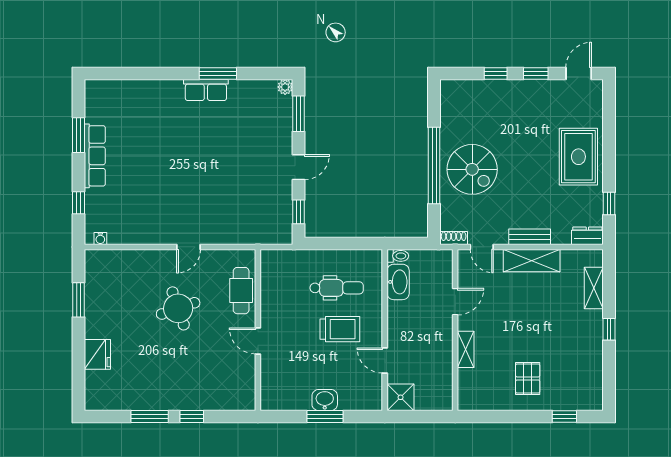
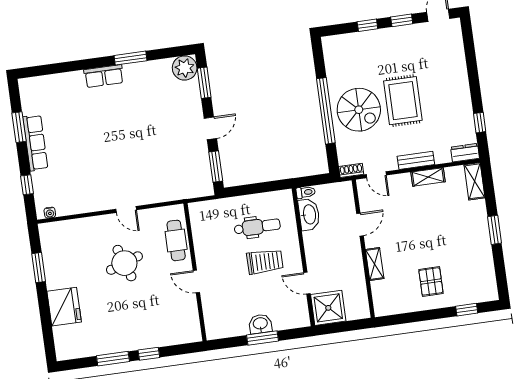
plant: (285, 87) -> (185, 68), width x1.88, depth x1.88
row of seats: (206, 90) -> (104, 76), moved
rug: (578, 157) -> (403, 101), moved
window: (299, 212) -> (216, 166), width x1.50
door: (189, 247) -> (126, 209), hinge flipped
shelving: (532, 261) -> (428, 177), width x0.67, depth x0.75
shelving: (594, 288) -> (475, 181), moved
window: (609, 329) -> (495, 230), width x1.50
fridge: (97, 354) -> (64, 307), width x1.36, depth x1.34
shower: (401, 397) -> (328, 308), width x1.36, depth x1.36

